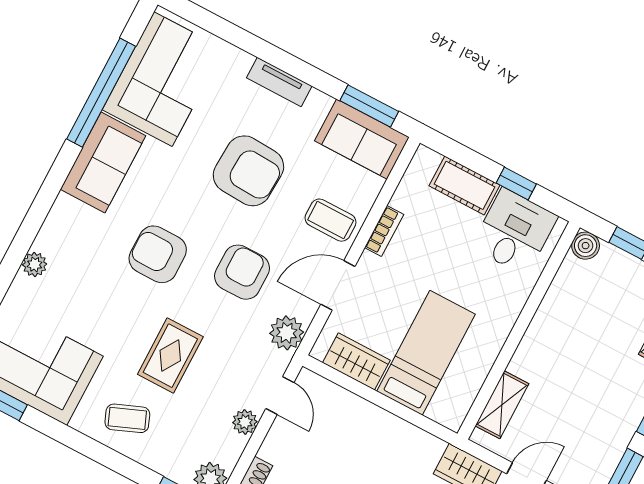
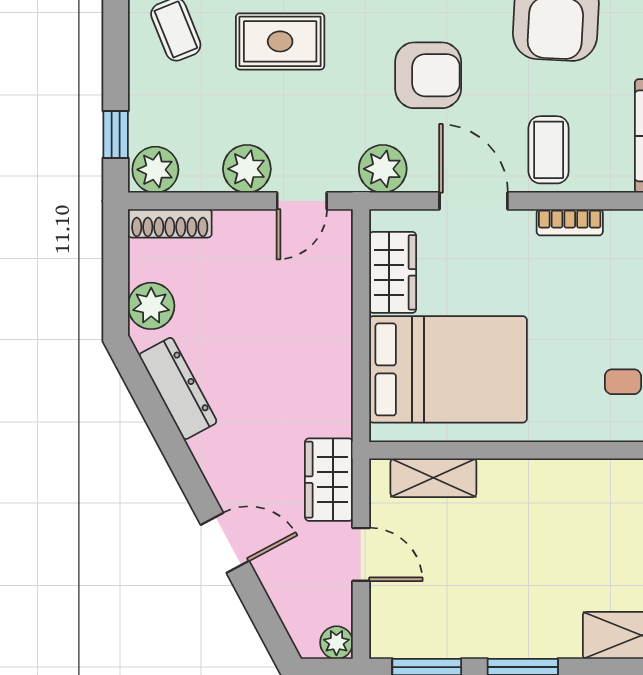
bed: (426, 353) -> (448, 369), width x1.50
plant: (245, 422) -> (247, 169), width x1.38, depth x1.38

